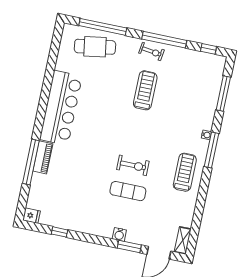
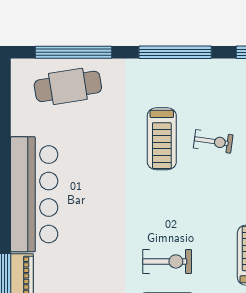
exercise bike: (151, 51) -> (213, 141), moved
treadmill: (145, 90) -> (162, 139), turned 180

